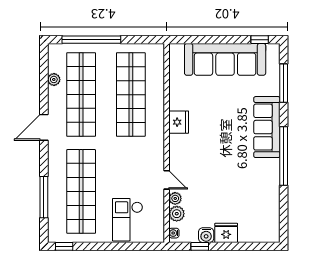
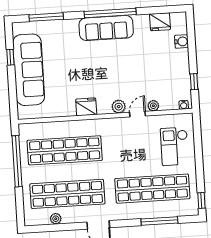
window: (91, 40) -> (17, 161), moved
window: (260, 40) -> (10, 57), moved
sofa: (267, 127) -> (106, 28), moved
plant: (177, 214) -> (119, 107), moved
checkout: (128, 220) -> (175, 146), turned 90
fridge: (226, 233) -> (160, 22), moved, turned -90
water cooler: (206, 235) -> (182, 41), moved

